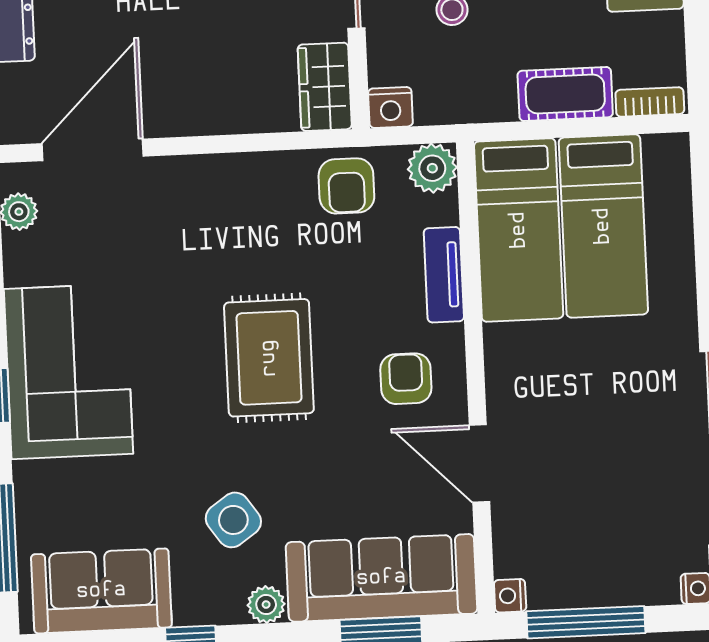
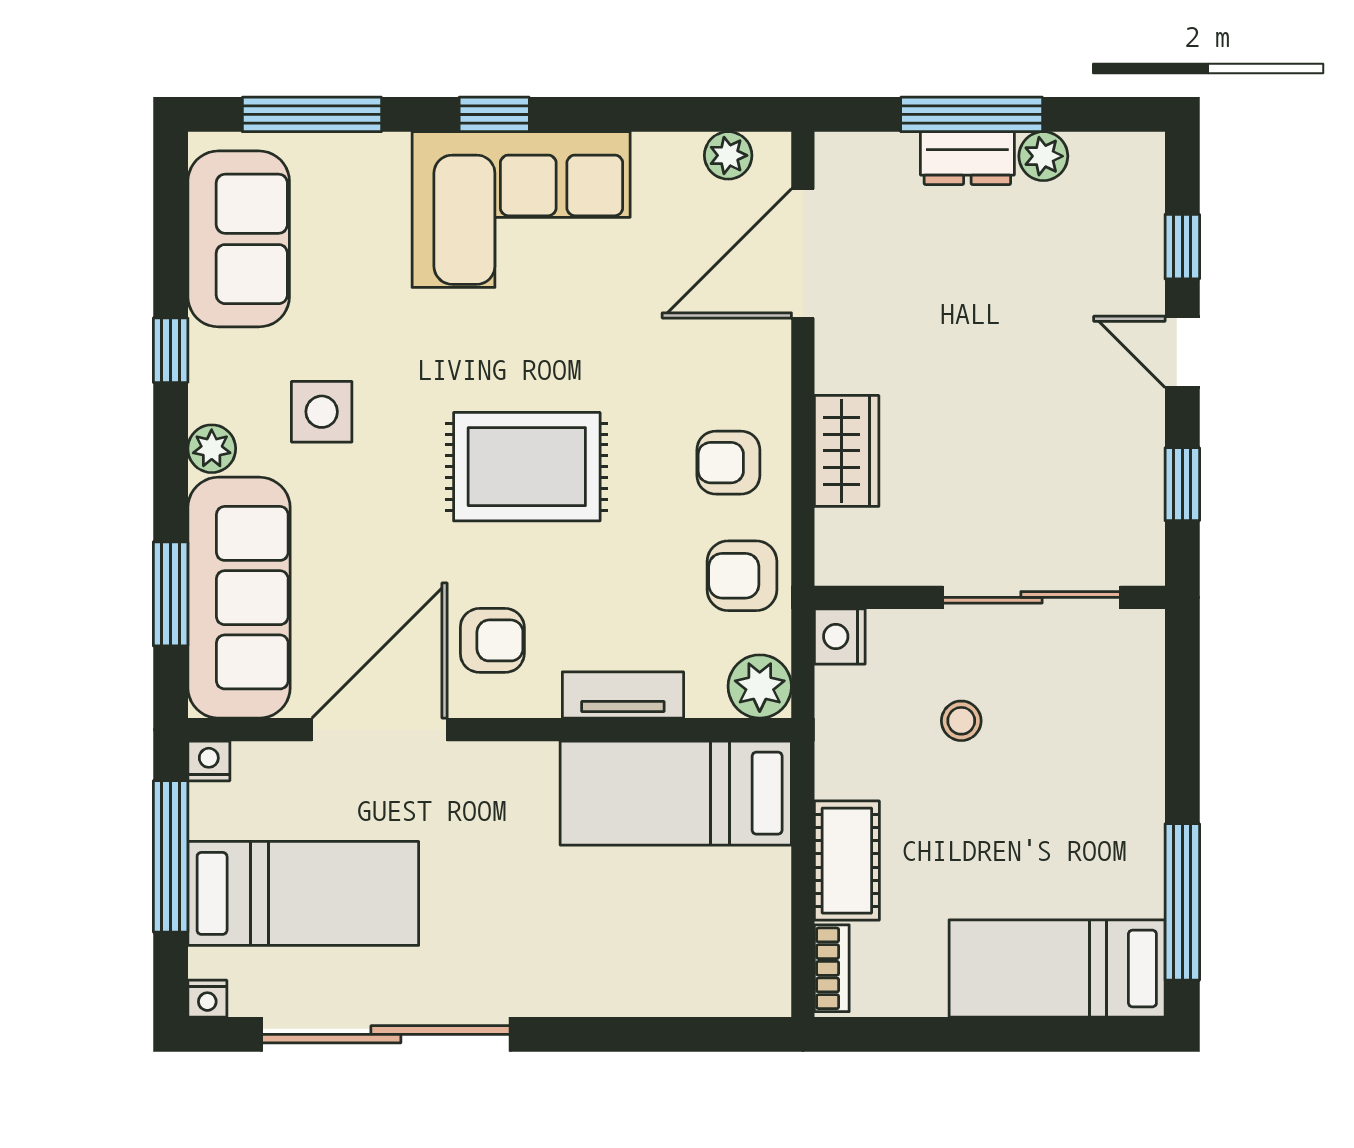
wardrobe: (325, 87) -> (847, 451), moved, turned 90
door: (93, 150) -> (803, 253), swing flipped
armchair: (259, 201) -> (728, 463), added
bed: (603, 226) -> (303, 893), moved, turned 180
door: (479, 464) -> (379, 730), width x1.36
side table: (233, 520) -> (322, 412), turned 35

